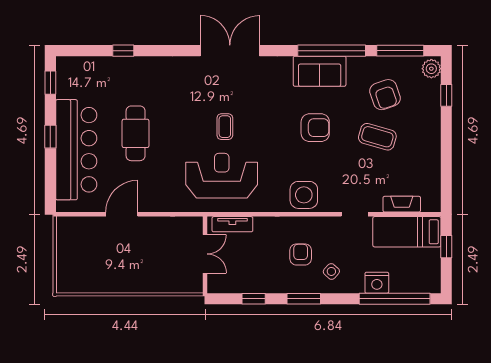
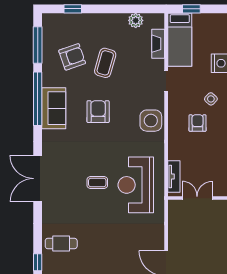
plant: (431, 69) -> (136, 20), moved
cafe table: (136, 133) -> (61, 244), moved, width x0.73, depth x0.74
armchair: (301, 254) -> (198, 123), turned 90

